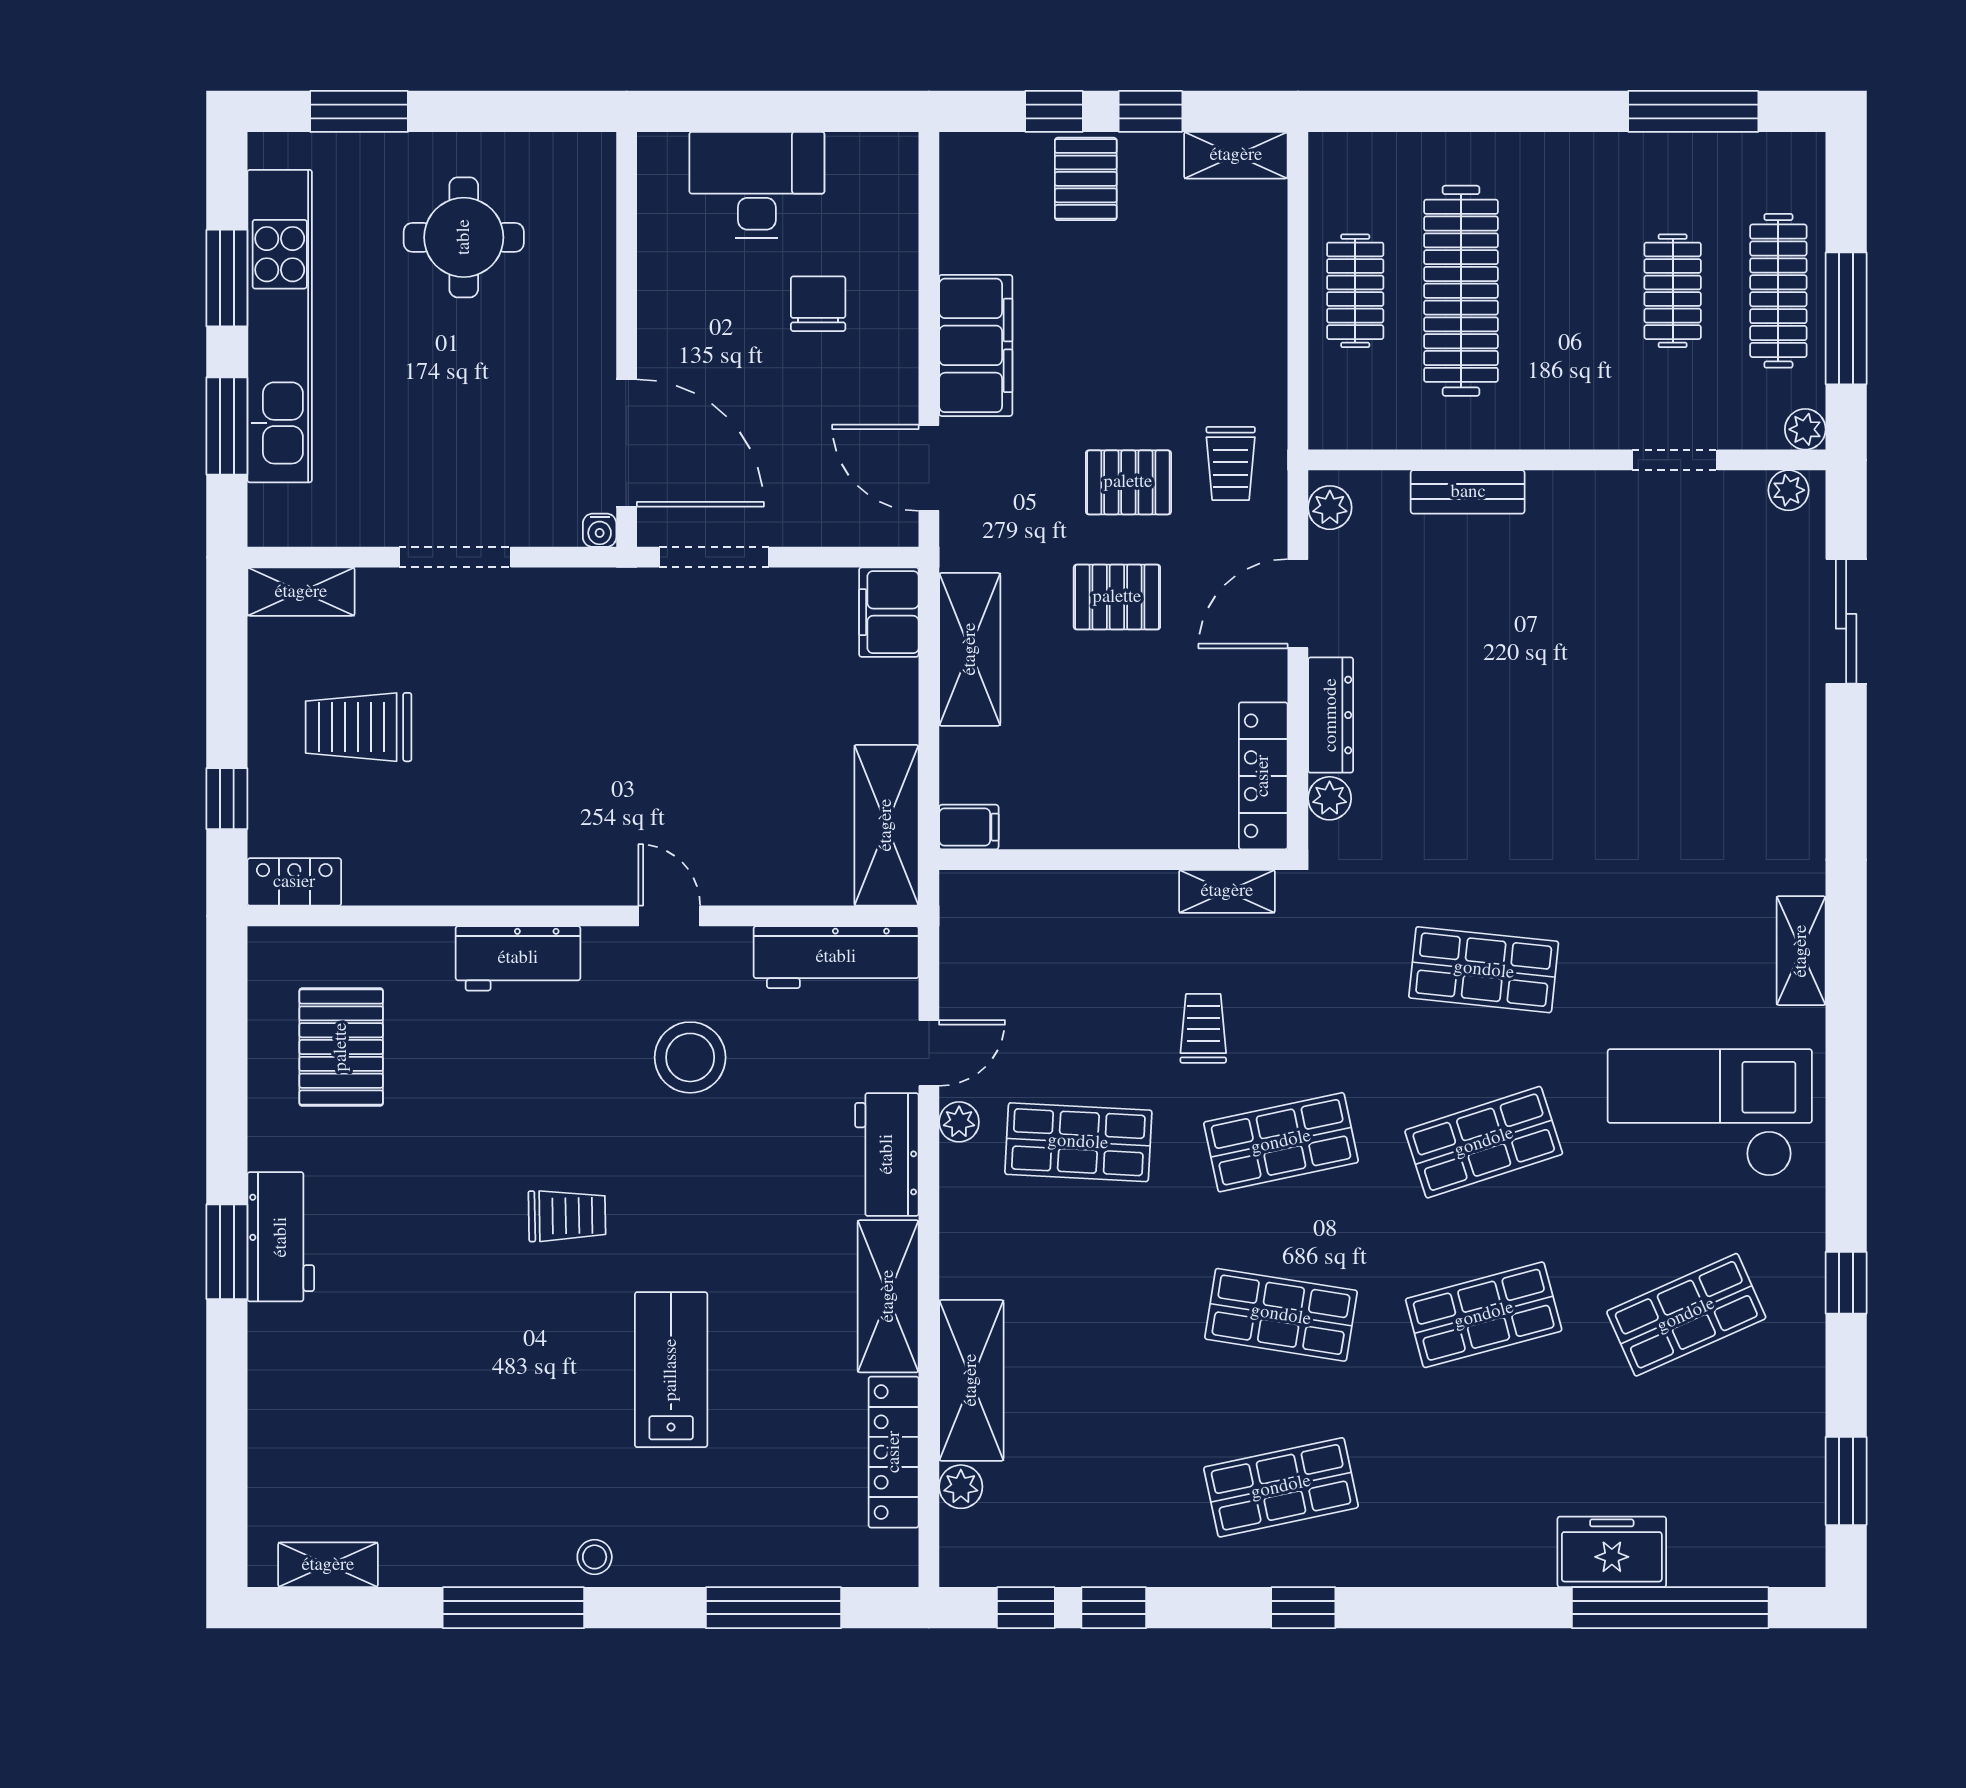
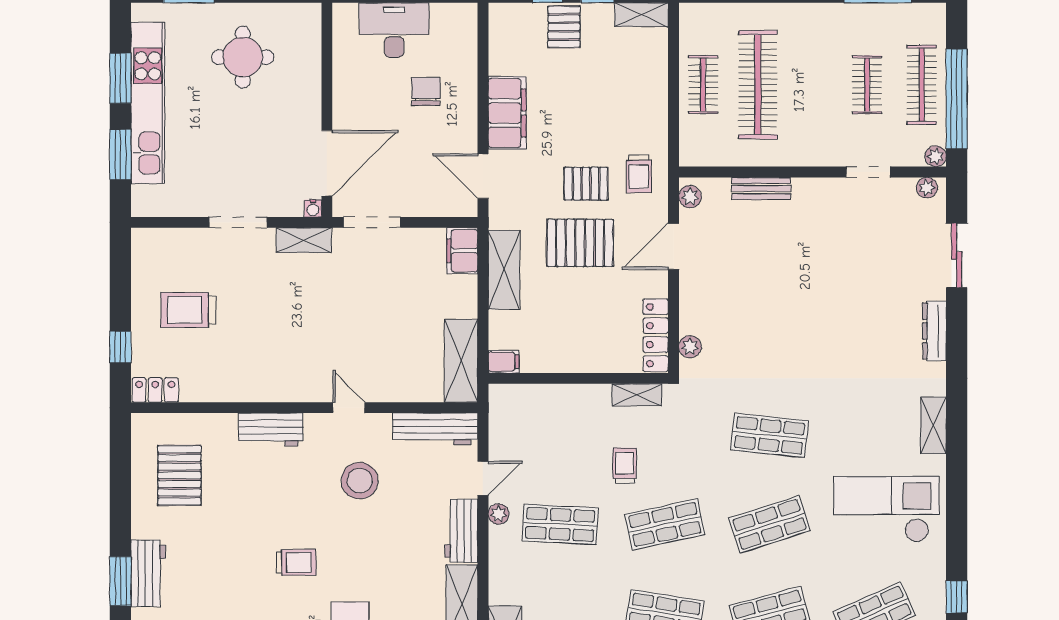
window: (1846, 318) -> (957, 99), width x1.46
door: (627, 443) -> (327, 163), hinge flipped
shelving: (301, 592) -> (304, 240), moved
pallet: (1117, 597) -> (580, 243), width x1.50, depth x1.42
dresser: (1331, 715) -> (934, 331), moved, turned 180

